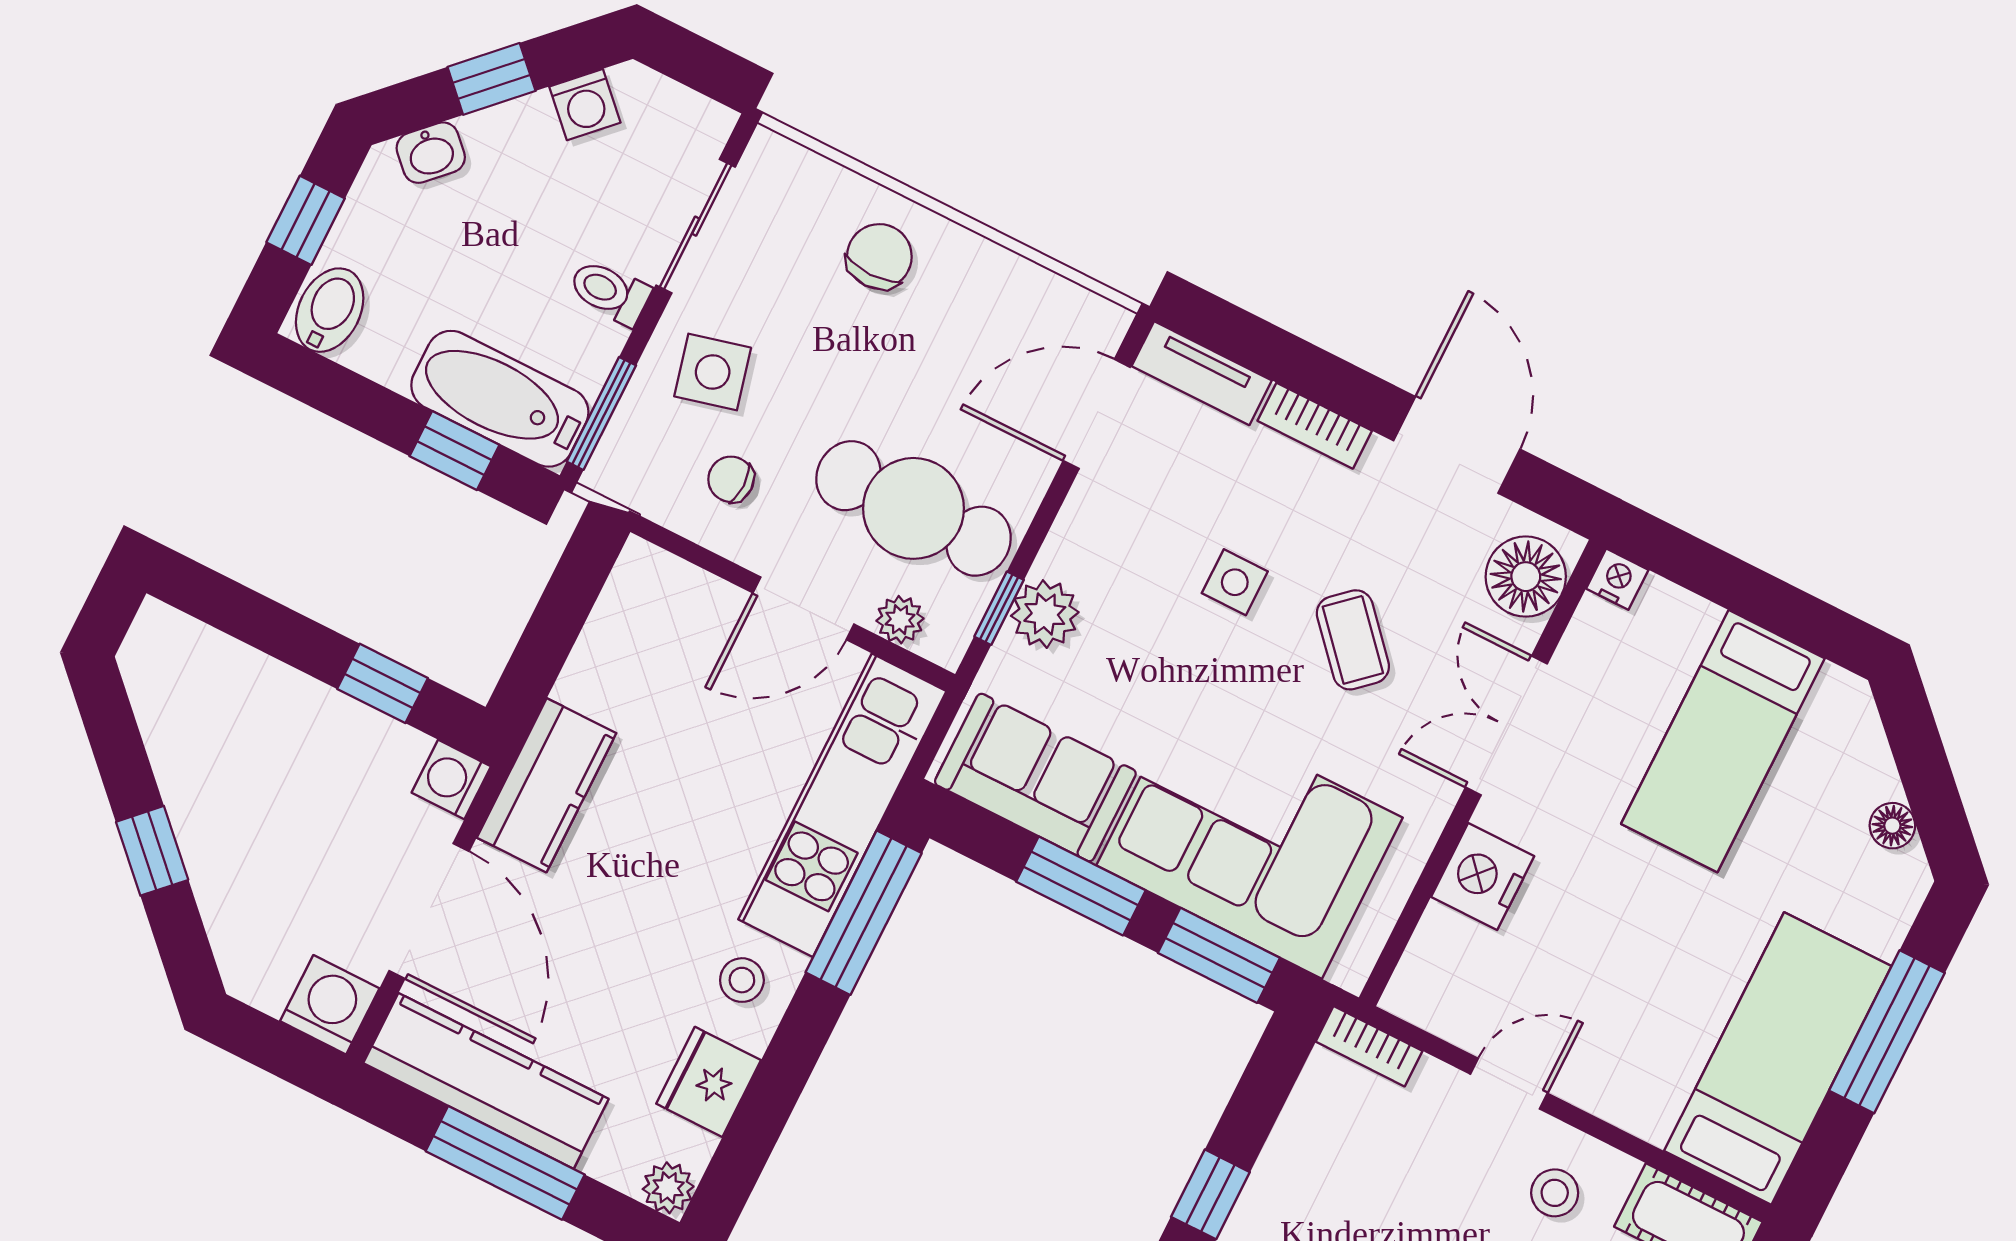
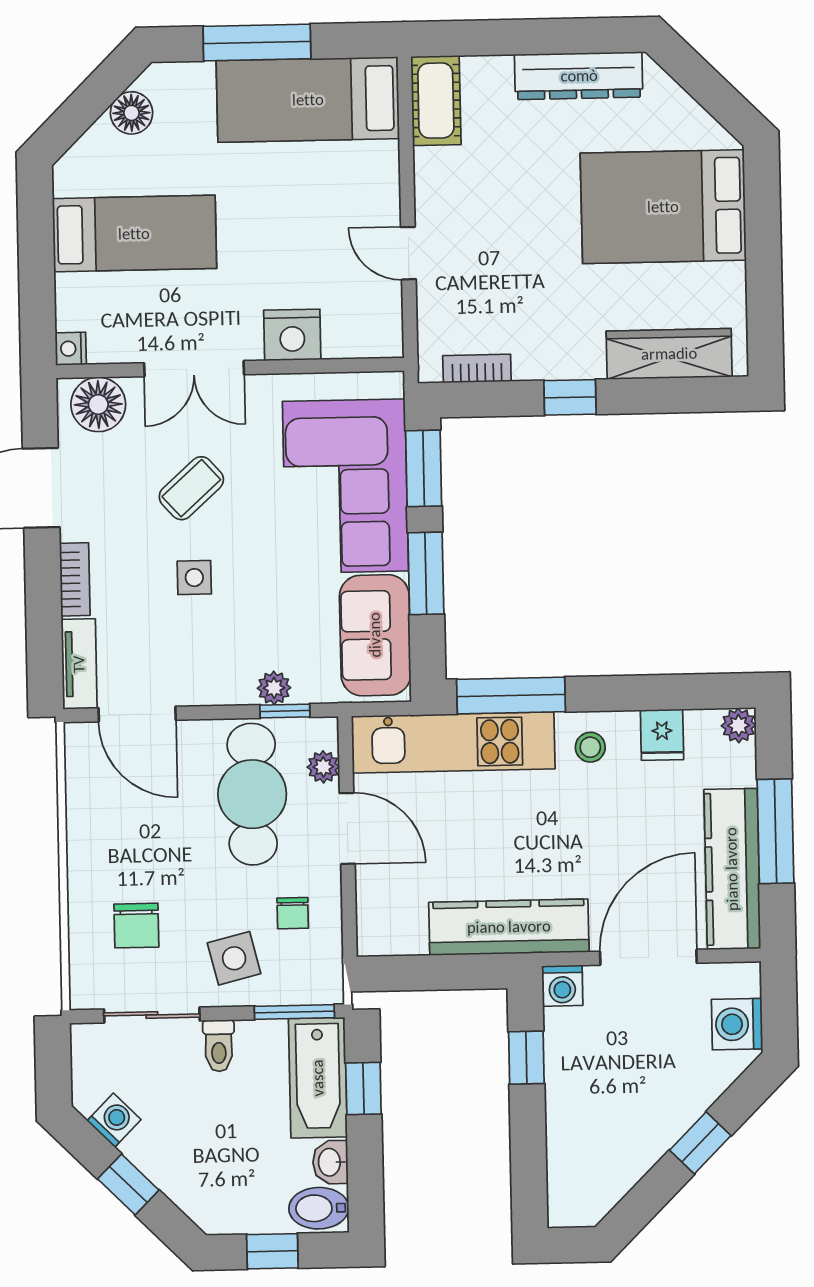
washbasin: (431, 153) -> (330, 1162), moved, turned -135
chair: (879, 256) -> (136, 926), moved, turned -90
plant: (1045, 614) -> (274, 688), width x0.73, depth x0.73
kitchen counter: (547, 785) -> (509, 927), width x1.50
floor lamp: (1892, 826) -> (131, 113), width x1.37, depth x1.37
washing machine: (330, 1005) -> (737, 1024), moved
bookcase: (1369, 1046) -> (477, 369), moved, turned -90
fridge: (709, 1082) -> (662, 735), width x0.72
stool: (1555, 1193) -> (460, 191), removed

